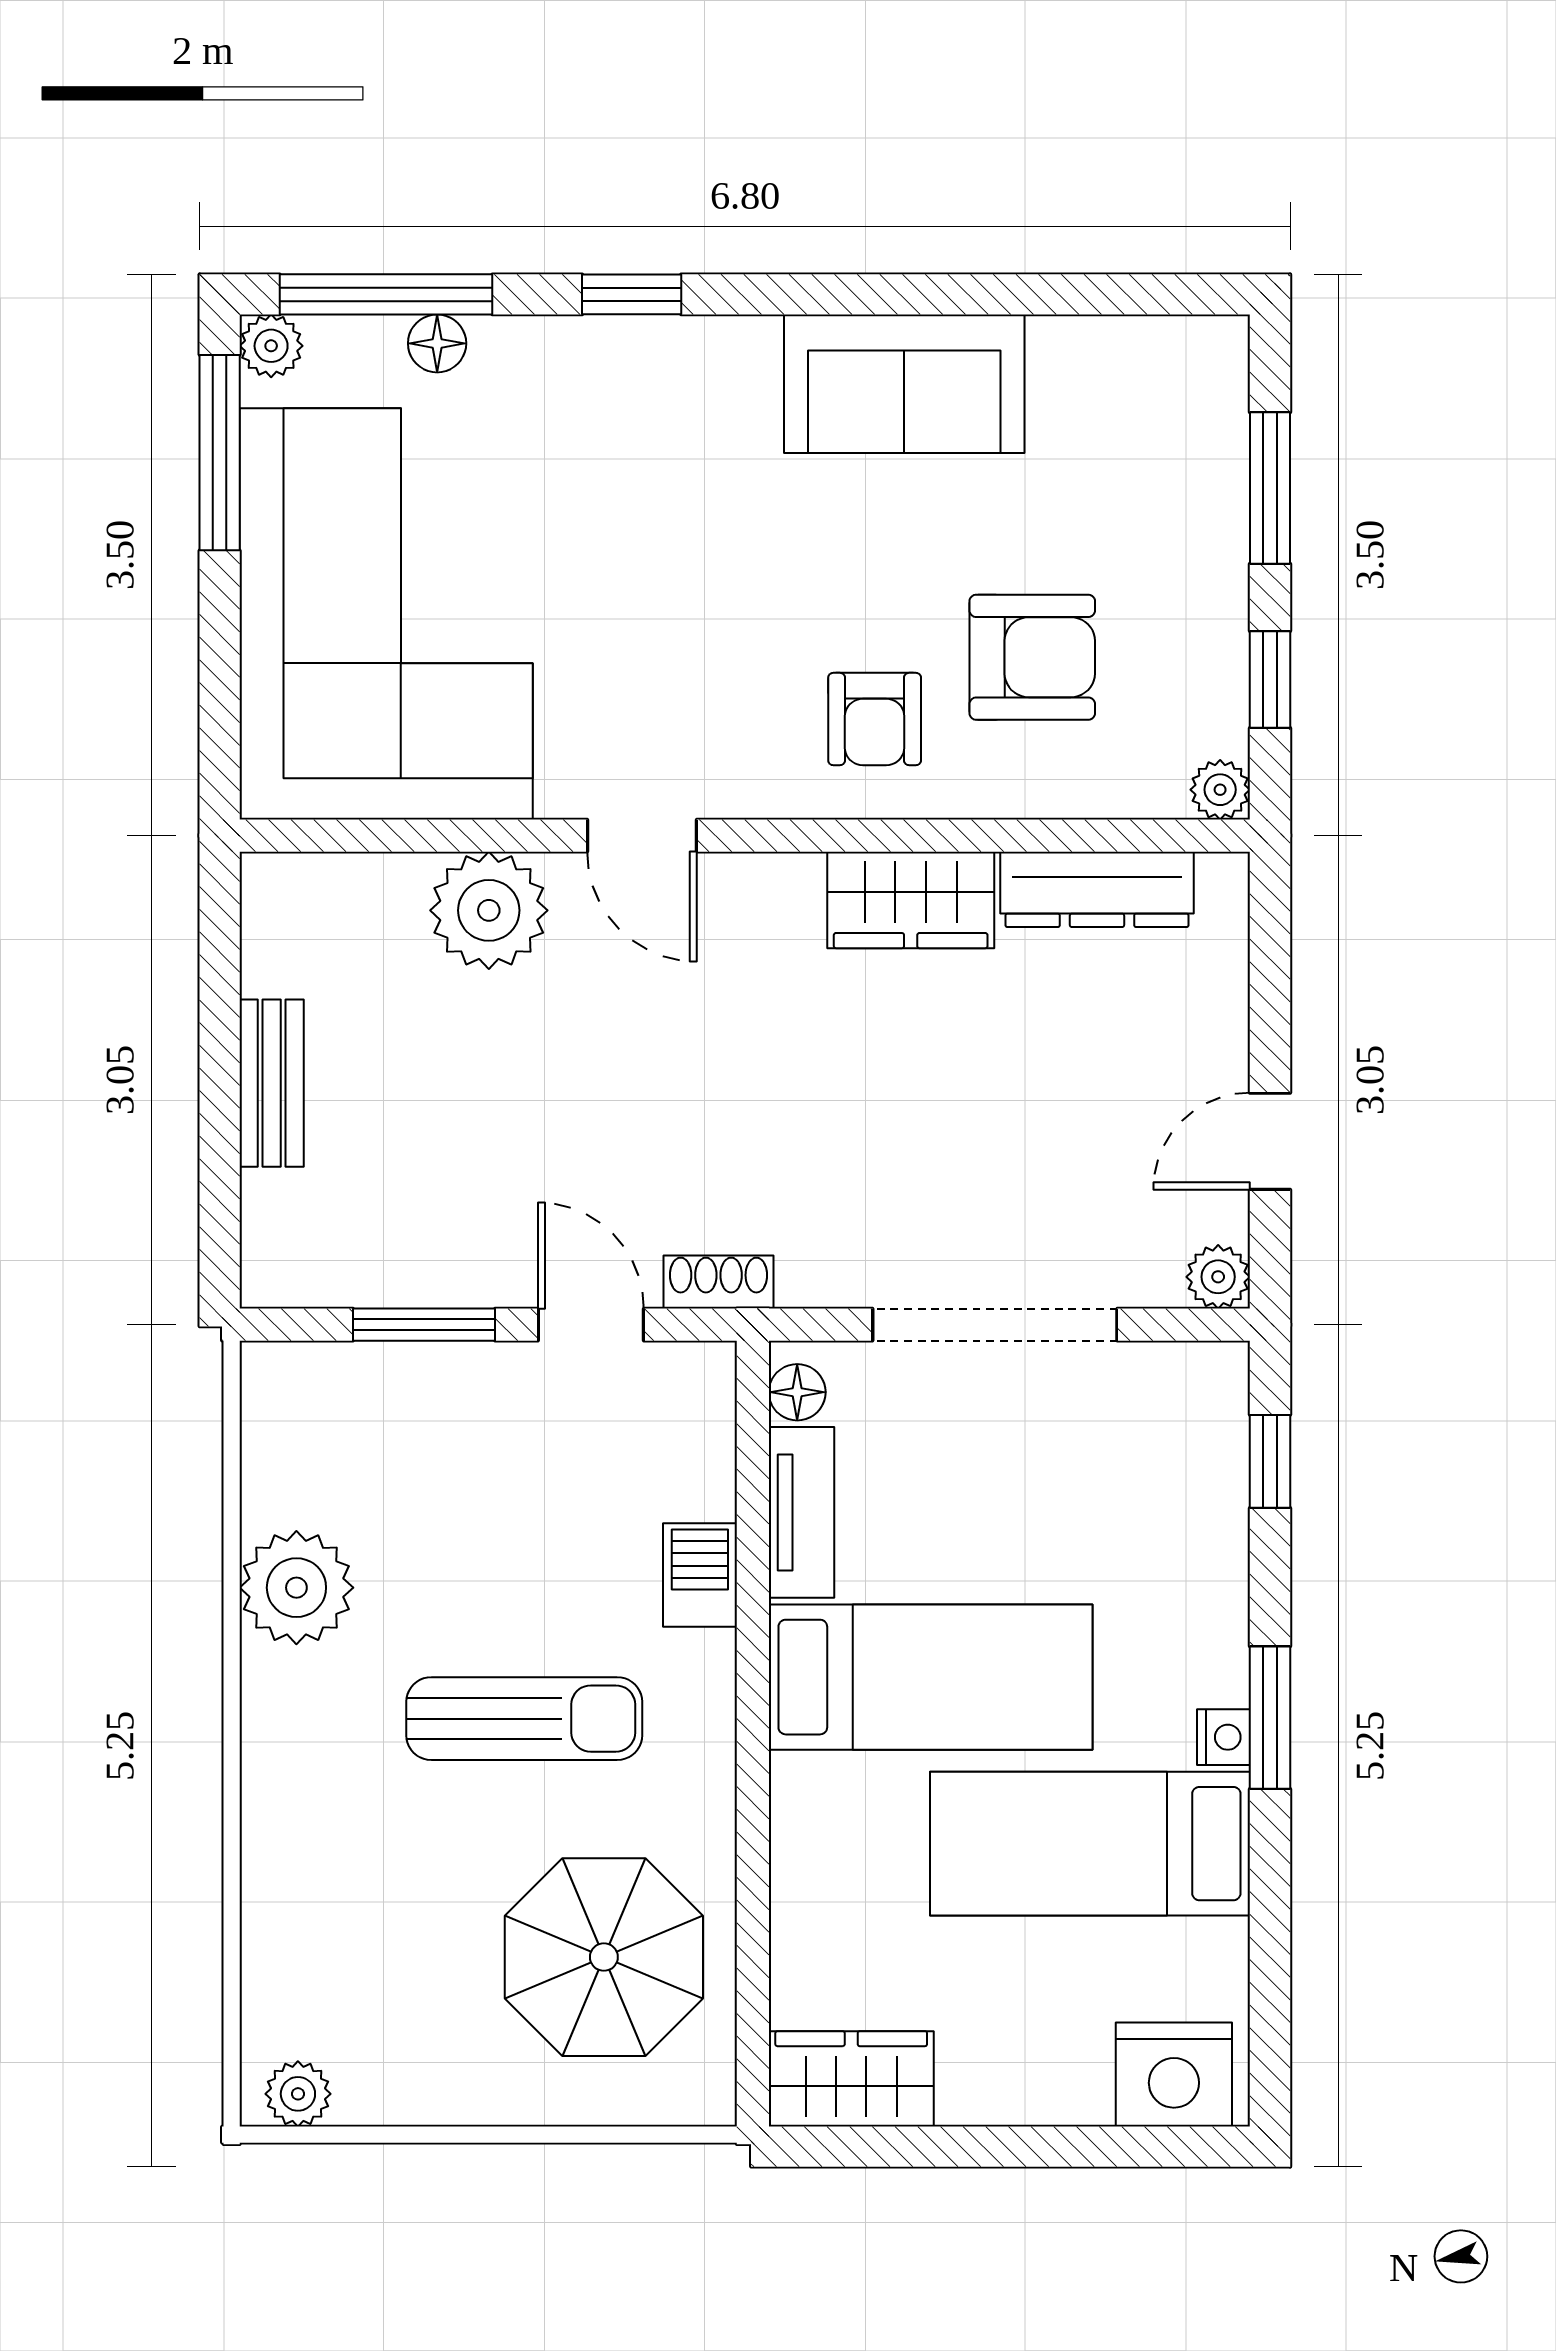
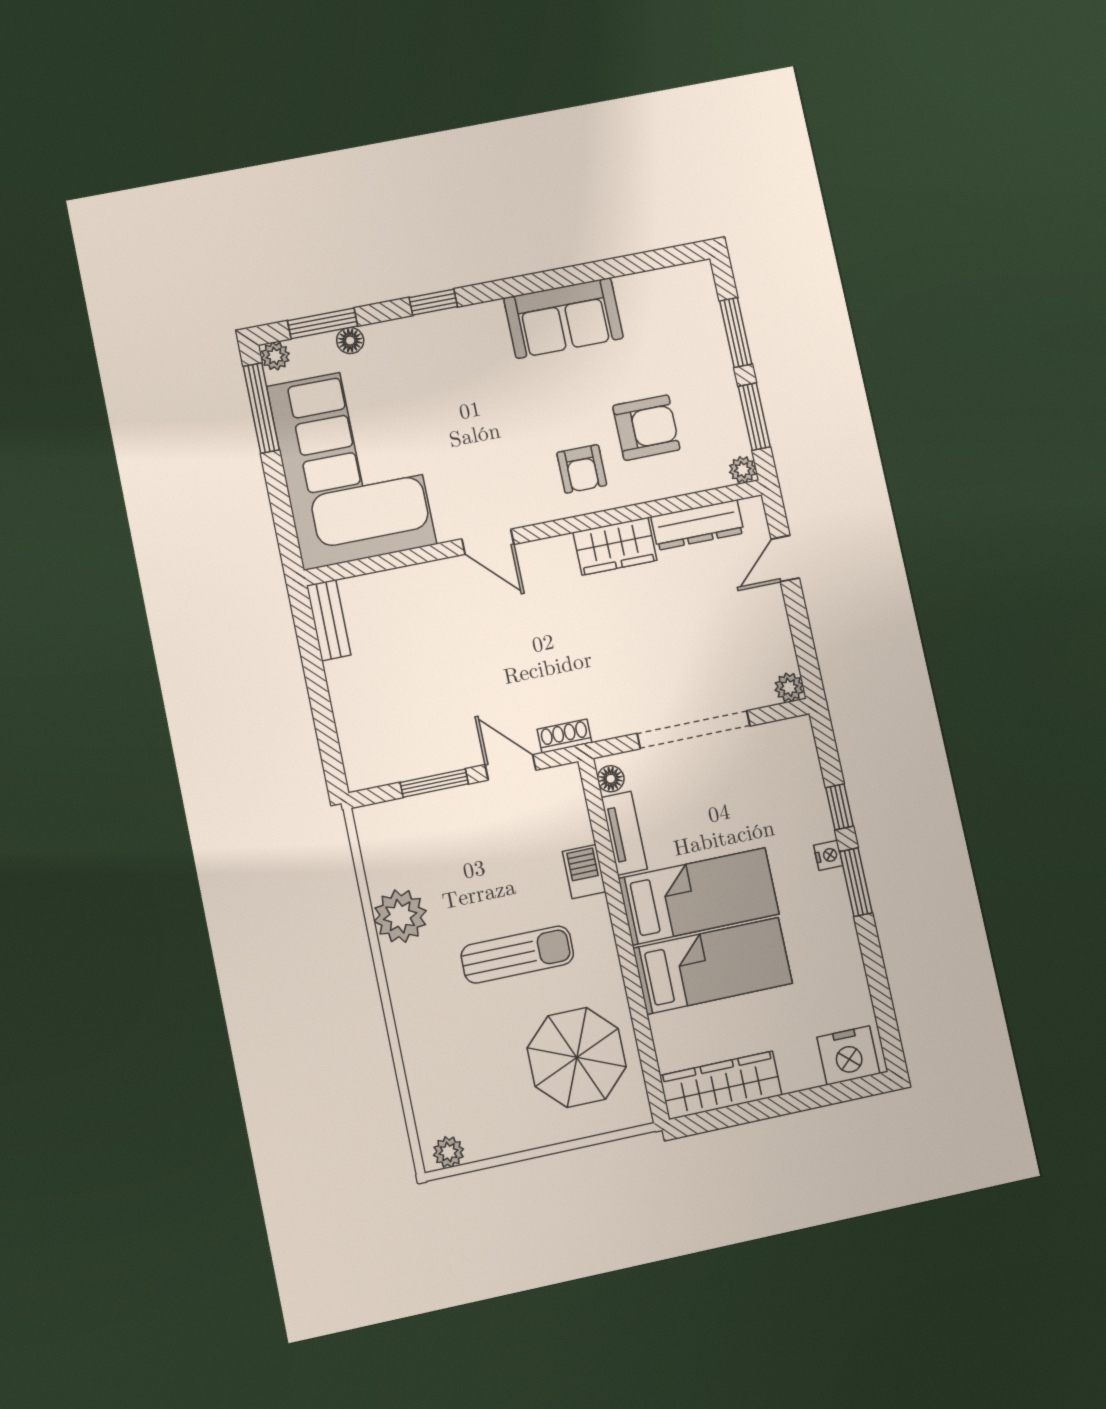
window: (386, 294) -> (323, 323), width x0.69
window: (1270, 680) -> (754, 417), width x1.50
plant: (489, 910) -> (425, 589), removed
bench: (272, 1083) -> (329, 620), moved
door: (1270, 1141) -> (785, 559), moved
window: (1270, 1461) -> (839, 807), moved
nightstand: (1224, 1737) -> (828, 855), moved
bed: (1090, 1844) -> (713, 966), moved, turned 180
wardrobe: (851, 2079) -> (721, 1085), width x1.50

